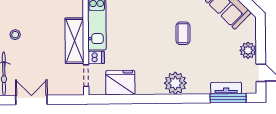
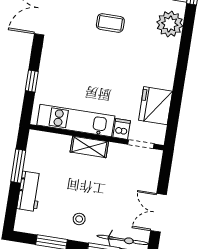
shelving: (74, 41) -> (89, 147), width x0.67, depth x0.75
plant: (175, 83) -> (170, 24), moved

